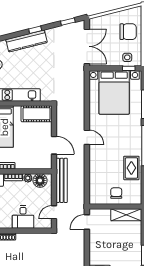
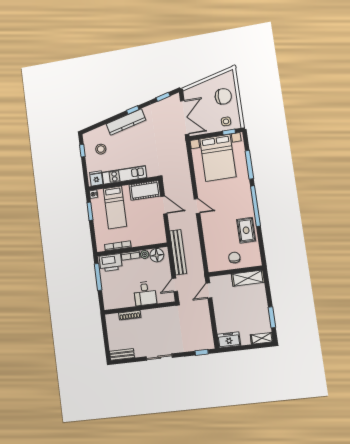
door: (54, 145) -> (164, 205), moved

